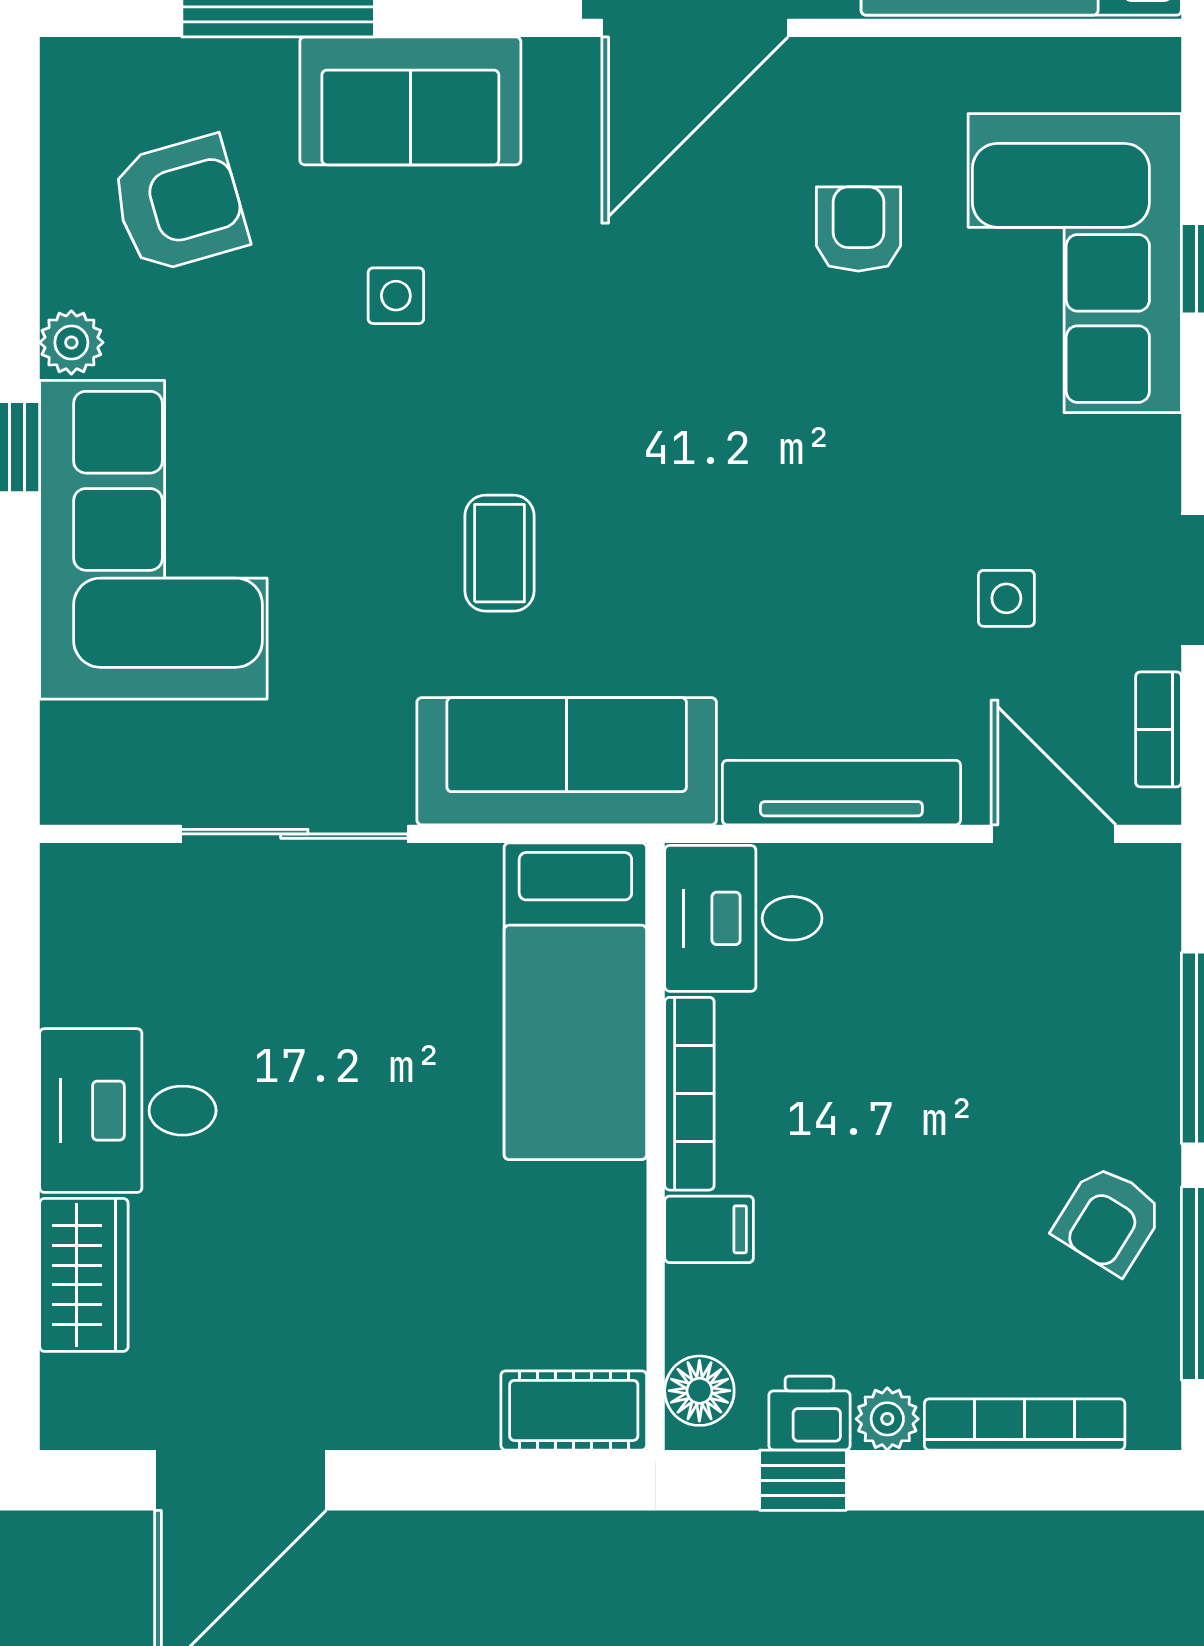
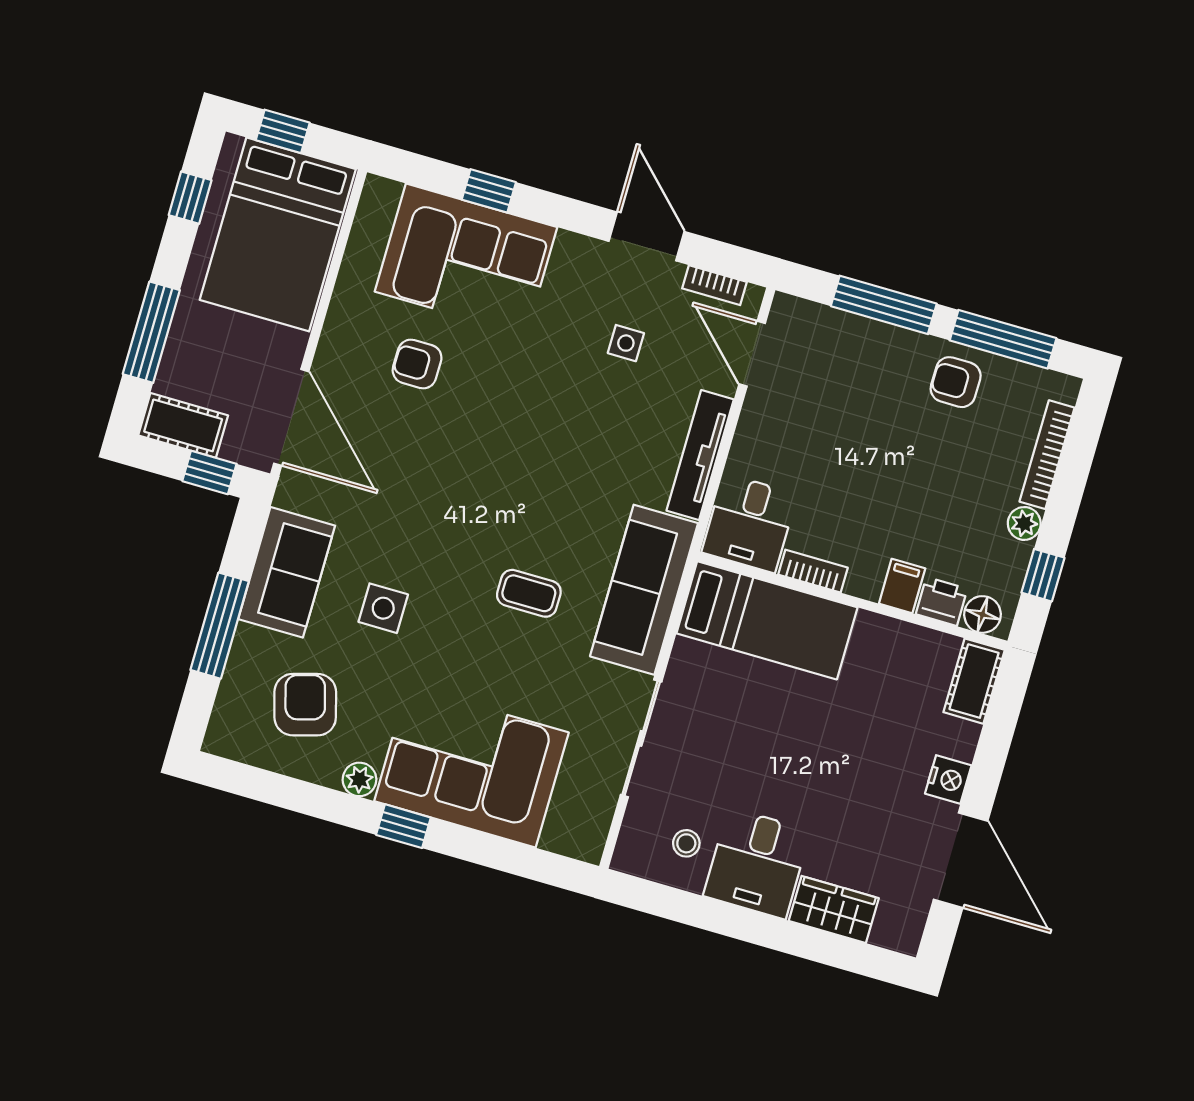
side table: (396, 296) -> (383, 608), width x1.37, depth x1.37
door: (1054, 834) -> (752, 354), hinge flipped
stool: (127, 971) -> (686, 843), added
bookcase: (689, 1094) -> (813, 571), width x0.64
armchair: (1109, 1220) -> (956, 382), turned 148
printer: (809, 1413) -> (942, 601), moved, turned 90
nightstand: (381, 1415) -> (948, 779), added

